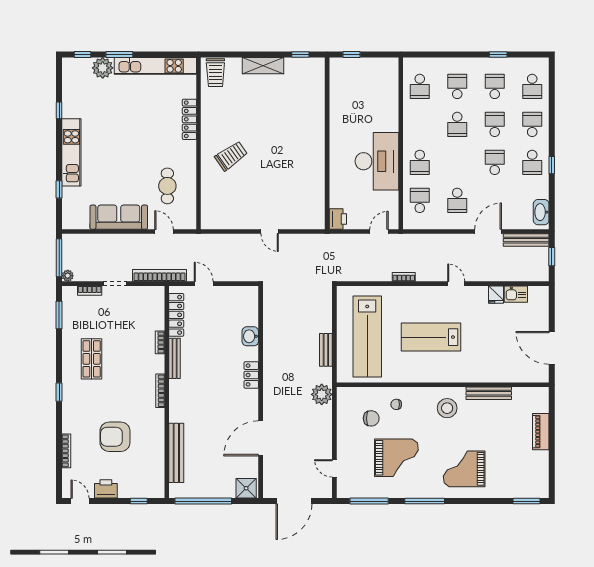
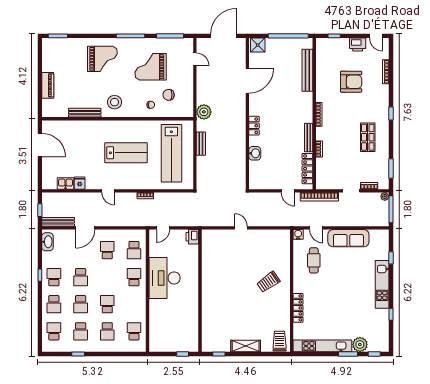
water cooler: (189, 222) -> (298, 234), added
lab bench: (367, 336) -> (171, 153), turned 180

